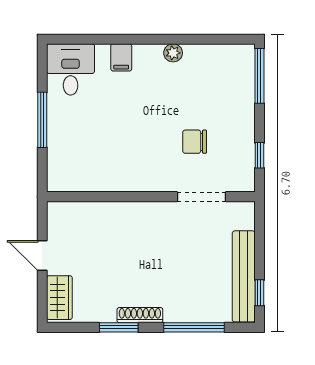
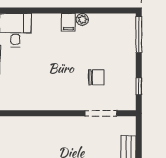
filing cabinet: (121, 57) -> (68, 22), moved
chair: (195, 142) -> (96, 77), turned 180

